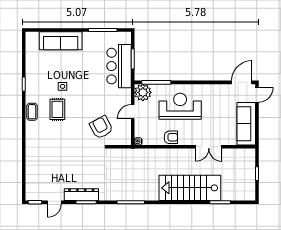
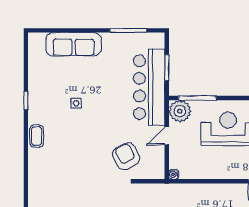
bar counter: (119, 66) -> (149, 87), width x1.36
rug: (57, 109) -> (69, 133), removed
armchair: (171, 137) -> (216, 169), removed

